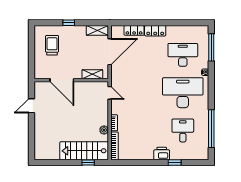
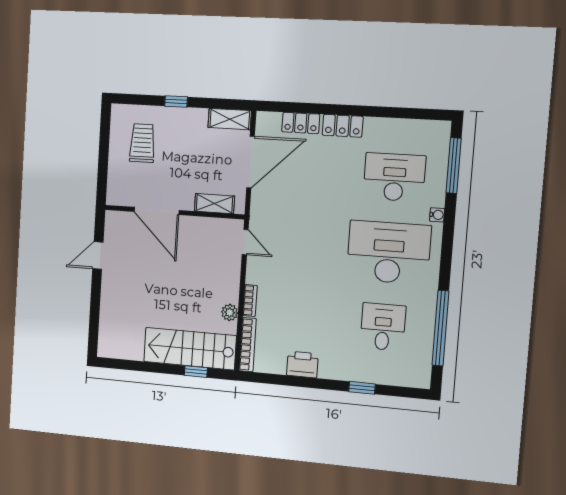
printer: (162, 154) -> (302, 365), moved

